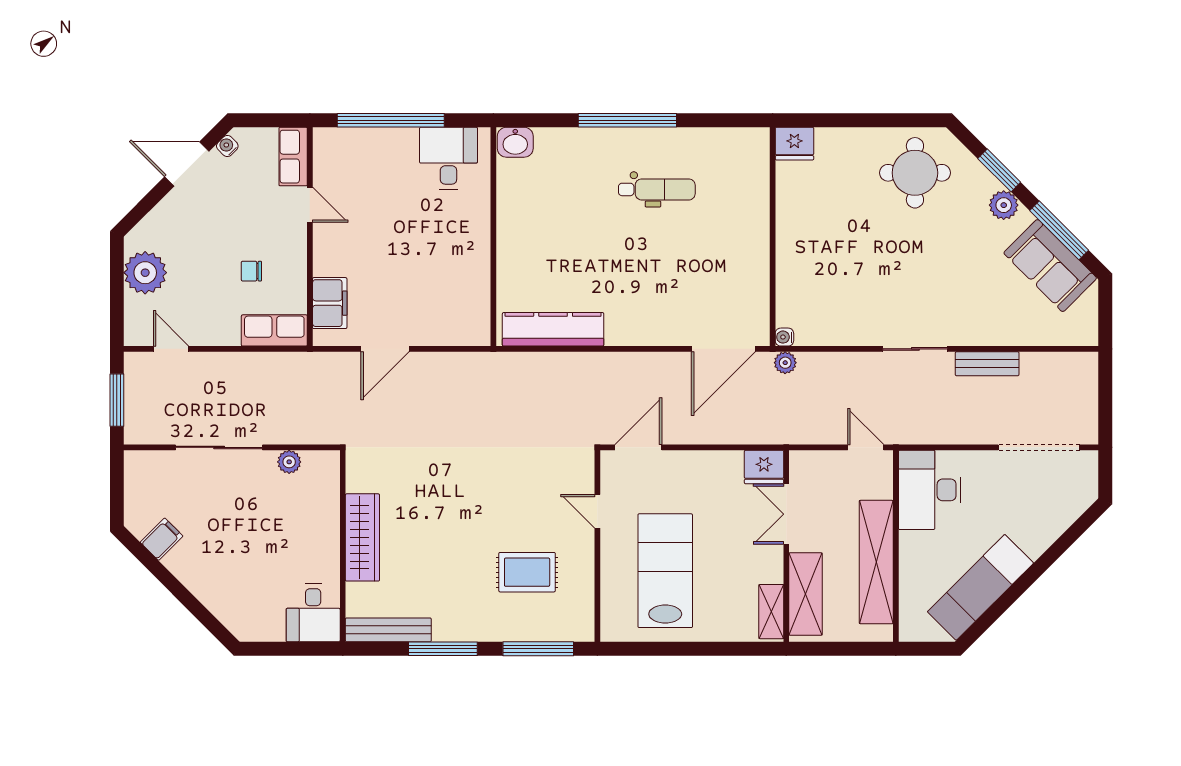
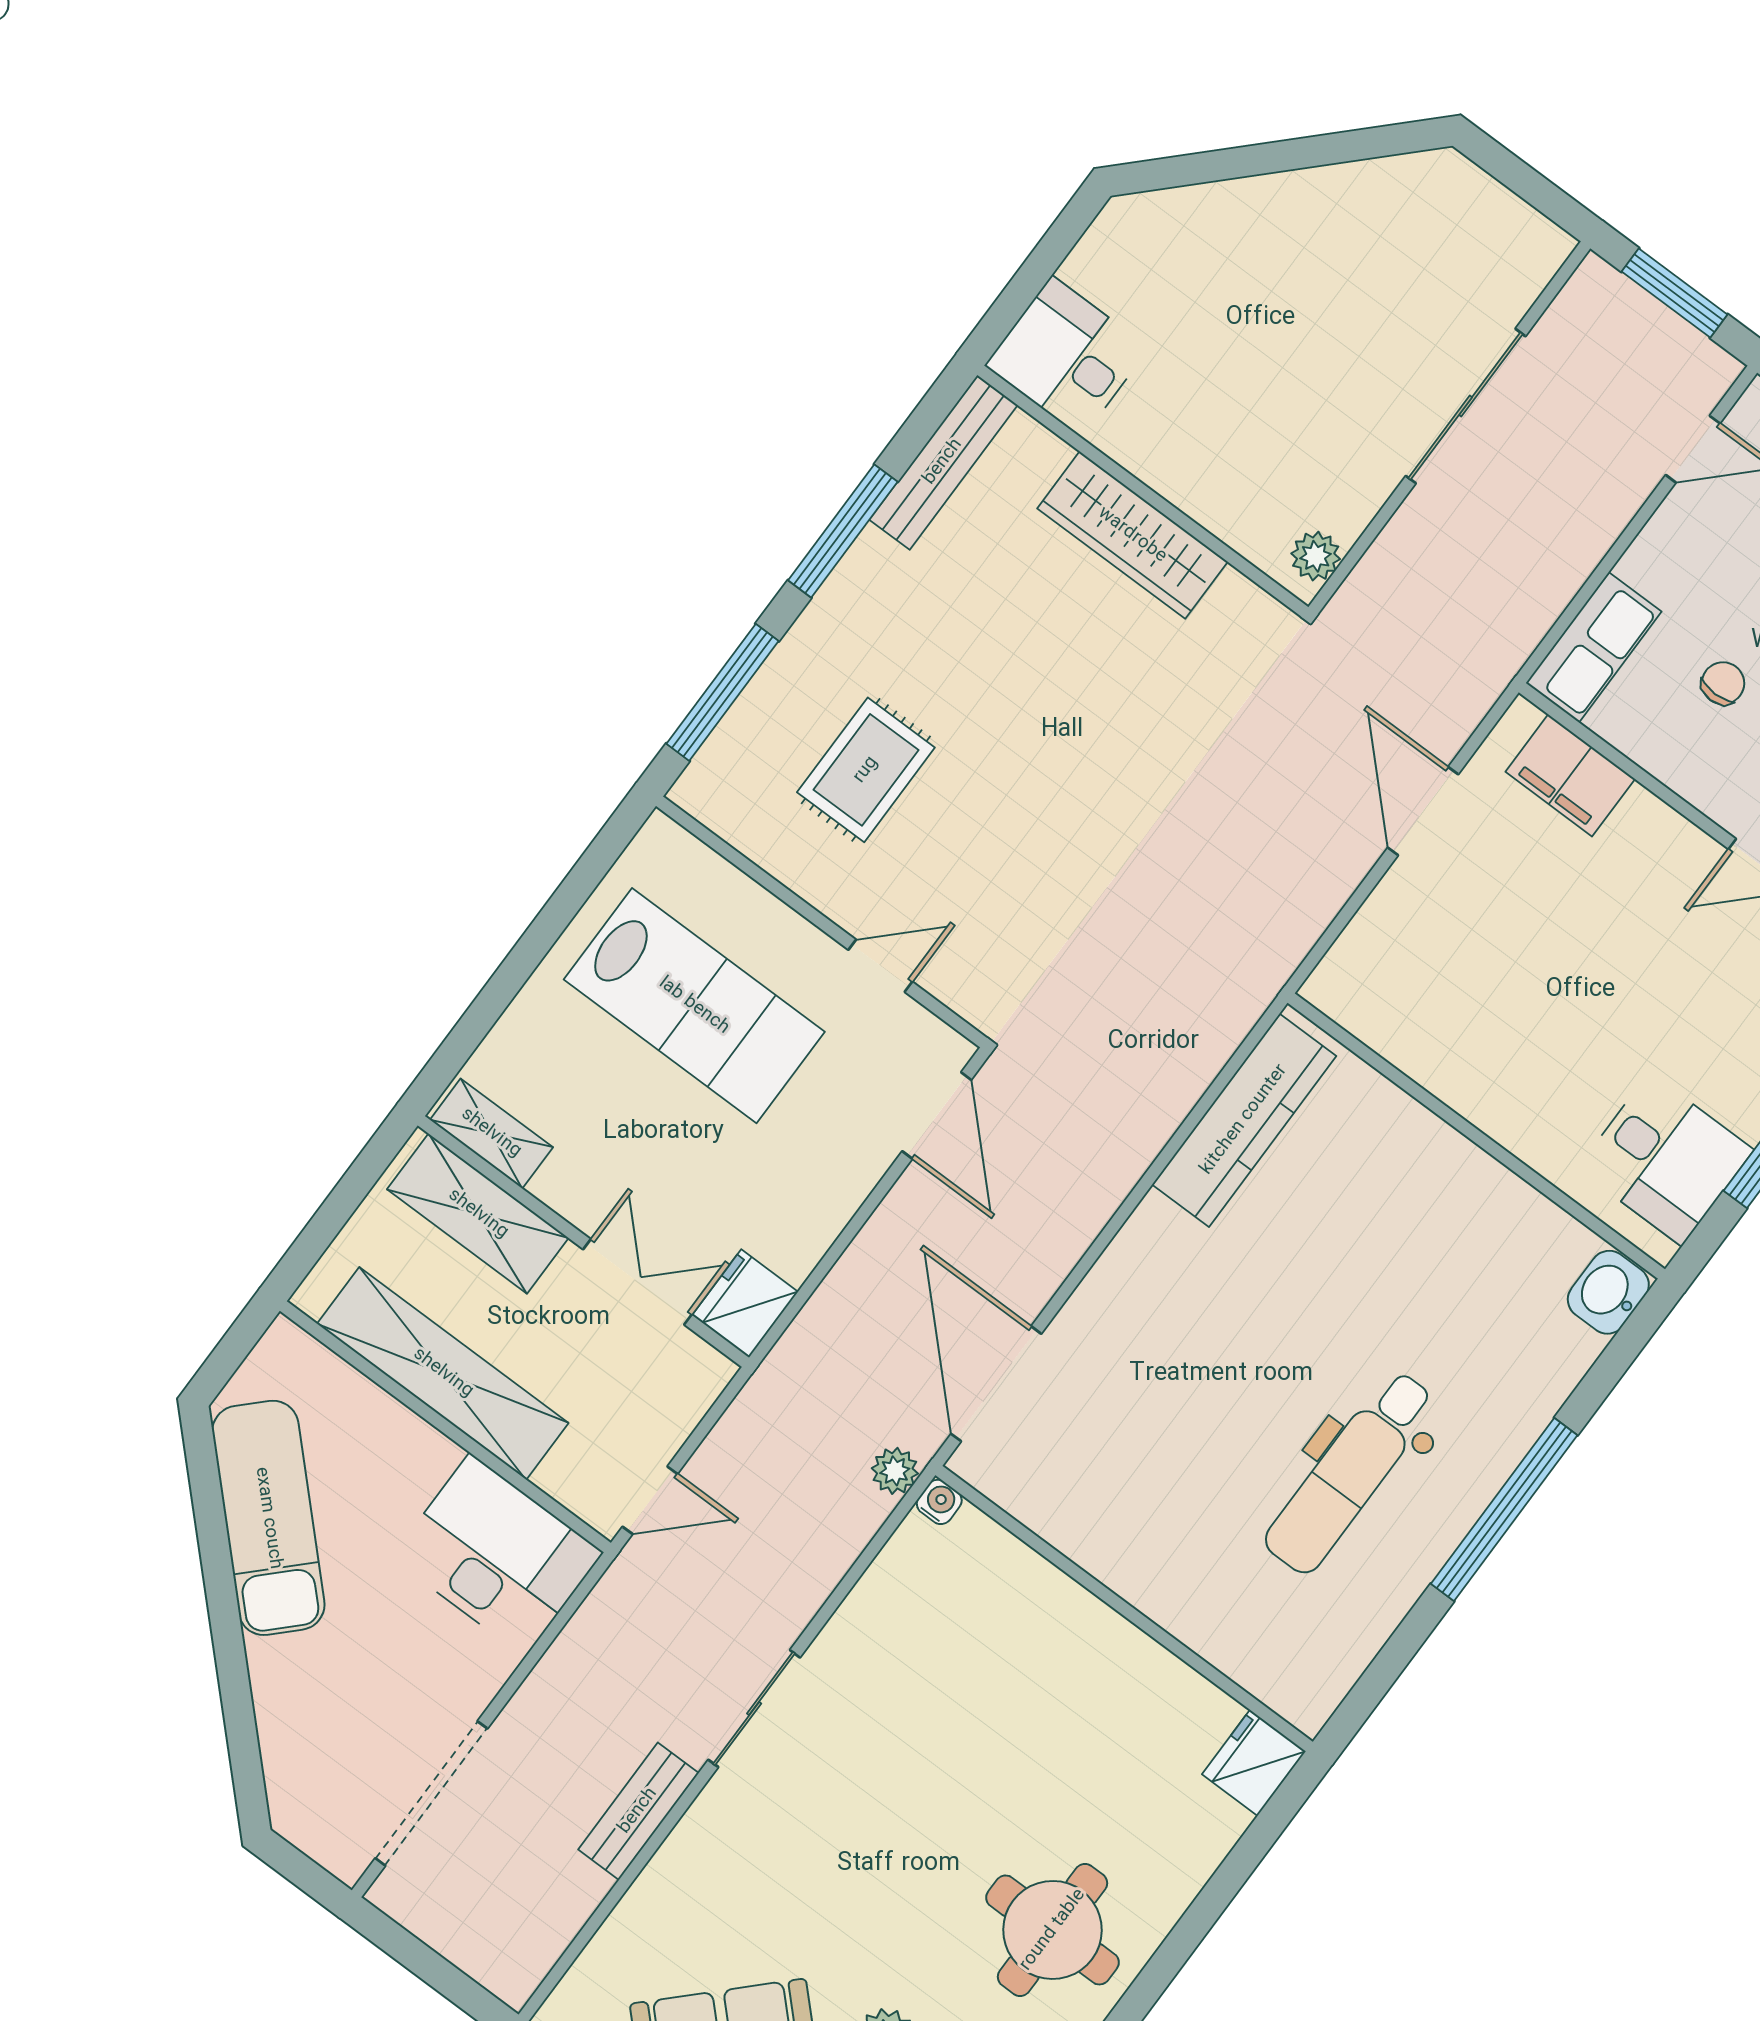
dental chair: (657, 189) -> (1350, 1472), width x1.36, depth x1.38
plant: (289, 462) -> (1316, 556), moved
filing cabinet: (162, 539) -> (1383, 193), removed

